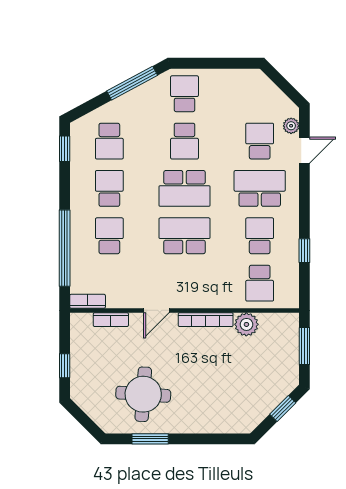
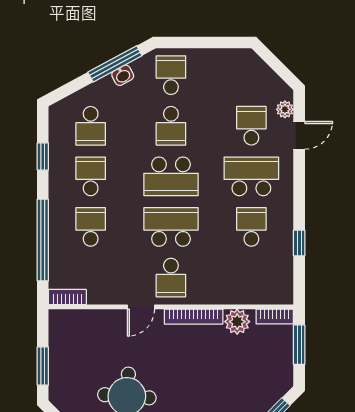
washbasin: (139, 94) -> (123, 75), added
window: (65, 149) -> (43, 157), moved
school desk: (260, 283) -> (171, 278), moved
bookcase: (111, 320) -> (275, 317), moved
window: (65, 366) -> (43, 366), width x1.50

